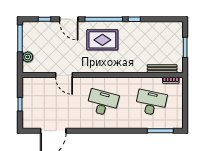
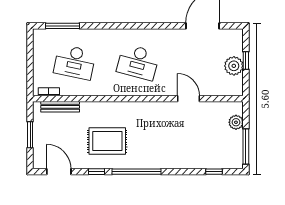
door: (69, 19) -> (59, 172), moved
rug: (102, 40) -> (107, 141), moved
plant: (29, 100) -> (234, 66), added

